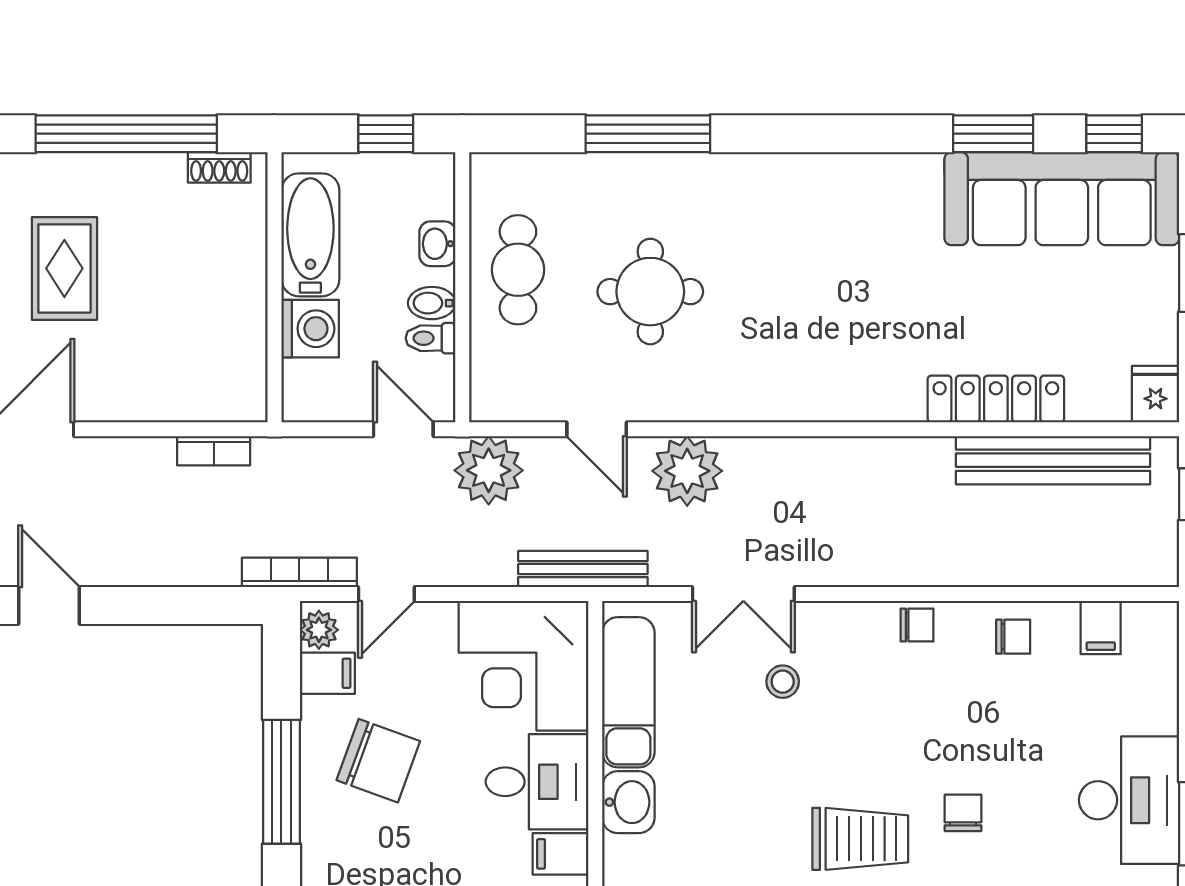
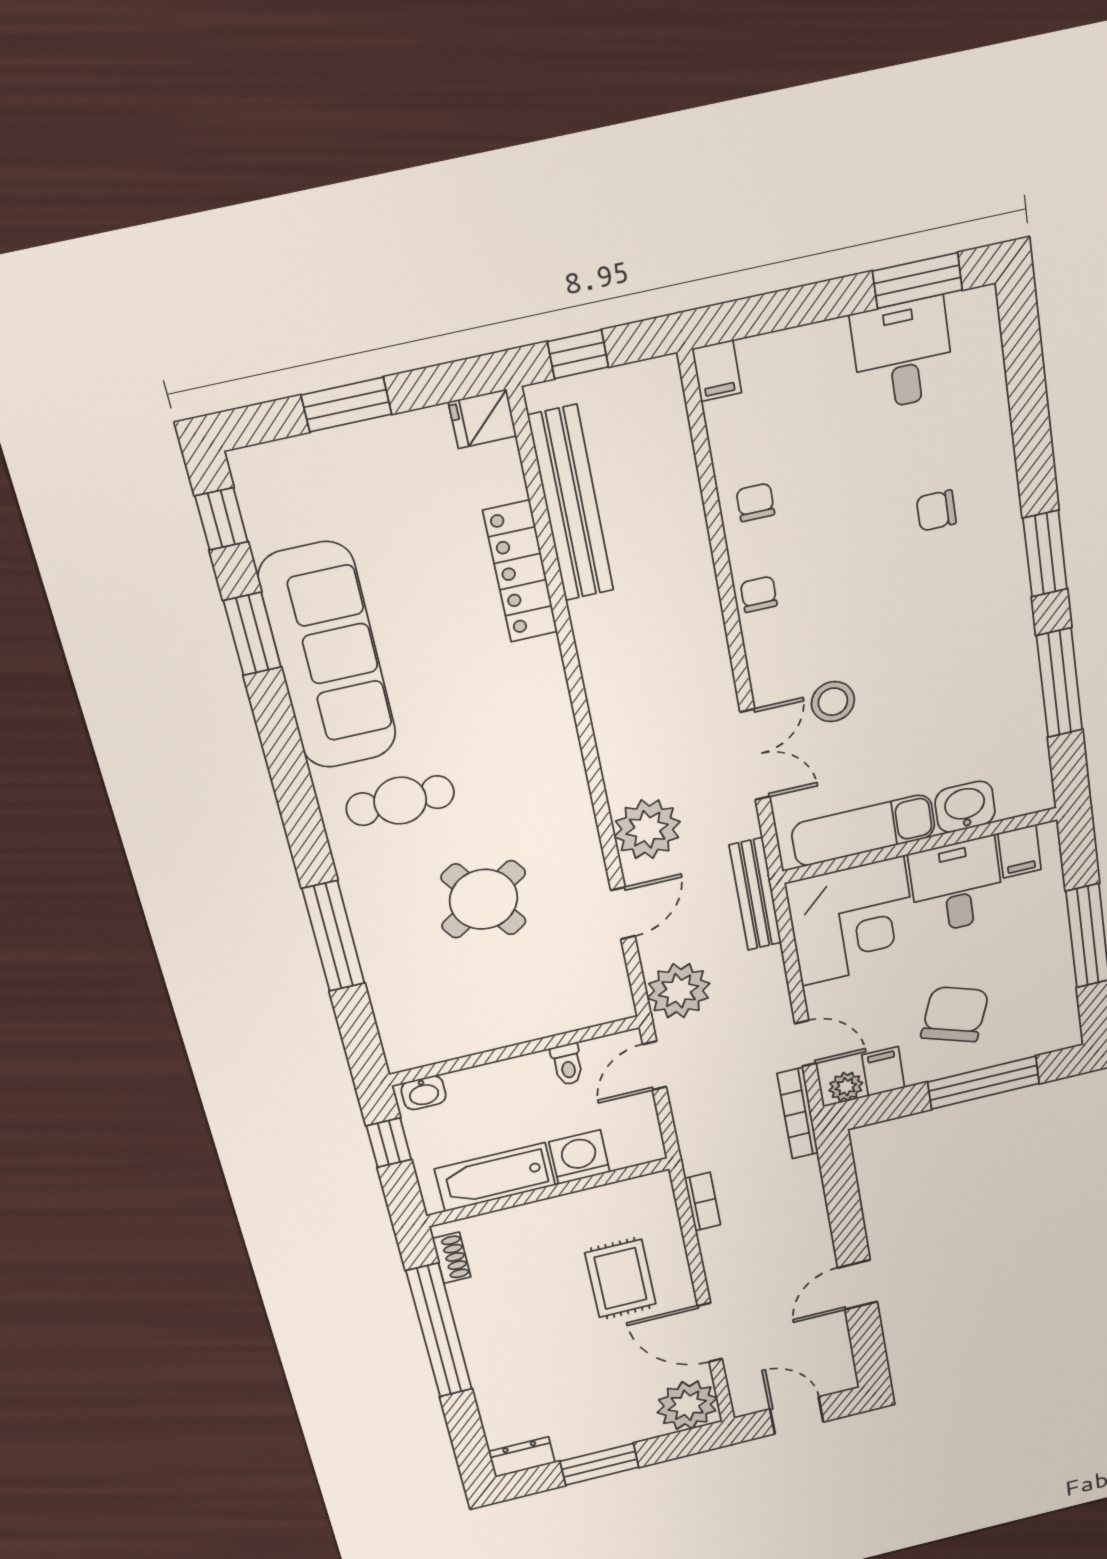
sofa: (1062, 199) -> (328, 656), moved
washbasin: (437, 244) -> (424, 1093), moved
rug: (64, 268) -> (620, 1278), moved, turned 90
cafe table: (518, 270) -> (400, 801), moved
round table: (650, 292) -> (484, 899), turned -34
bidet: (432, 303) -> (535, 1071), removed
filing cabinet: (1101, 628) -> (717, 371), moved, turned 90
stool: (783, 682) -> (833, 702), width x1.37, depth x1.37
desk: (1129, 800) -> (903, 354), width x0.73
trolley: (860, 839) -> (974, 599), removed

